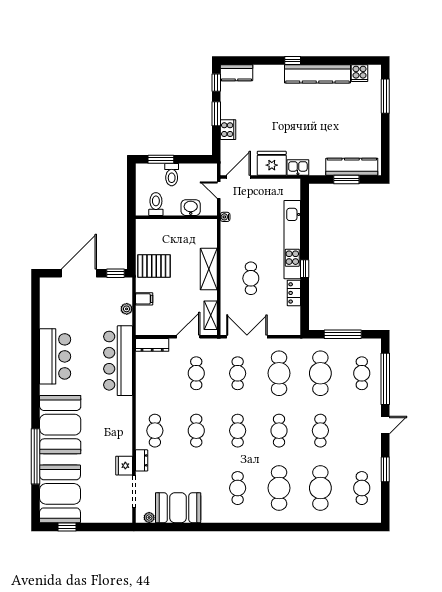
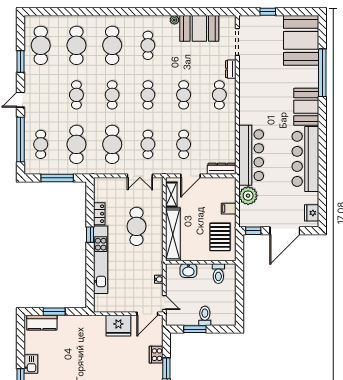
window: (161, 159) -> (195, 329), moved
kitchen sink: (298, 167) -> (31, 364), moved, turned -90
kitchen counter: (352, 167) -> (42, 323), width x0.67
toilet: (156, 204) -> (218, 274), moved
washbasin: (191, 208) -> (188, 271), moved
wall: (176, 217) -> (201, 262), moved
pallet: (154, 266) -> (220, 237), turned 90
shelving: (209, 269) -> (173, 234), width x1.47
cafe table: (251, 278) -> (136, 226), width x1.37, depth x1.35
plant: (127, 309) -> (248, 196), width x1.88, depth x1.88
double door: (247, 337) -> (140, 176), width x0.73
bar counter: (55, 356) -> (305, 159), width x1.36
booth: (60, 425) -> (306, 107), width x0.73, depth x0.70
fridge: (124, 466) -> (312, 213), moved, turned 180
cafe table: (362, 488) -> (41, 45), width x1.37, depth x1.35
plant: (149, 518) -> (174, 20), moved
window: (67, 527) -> (268, 12), moved

